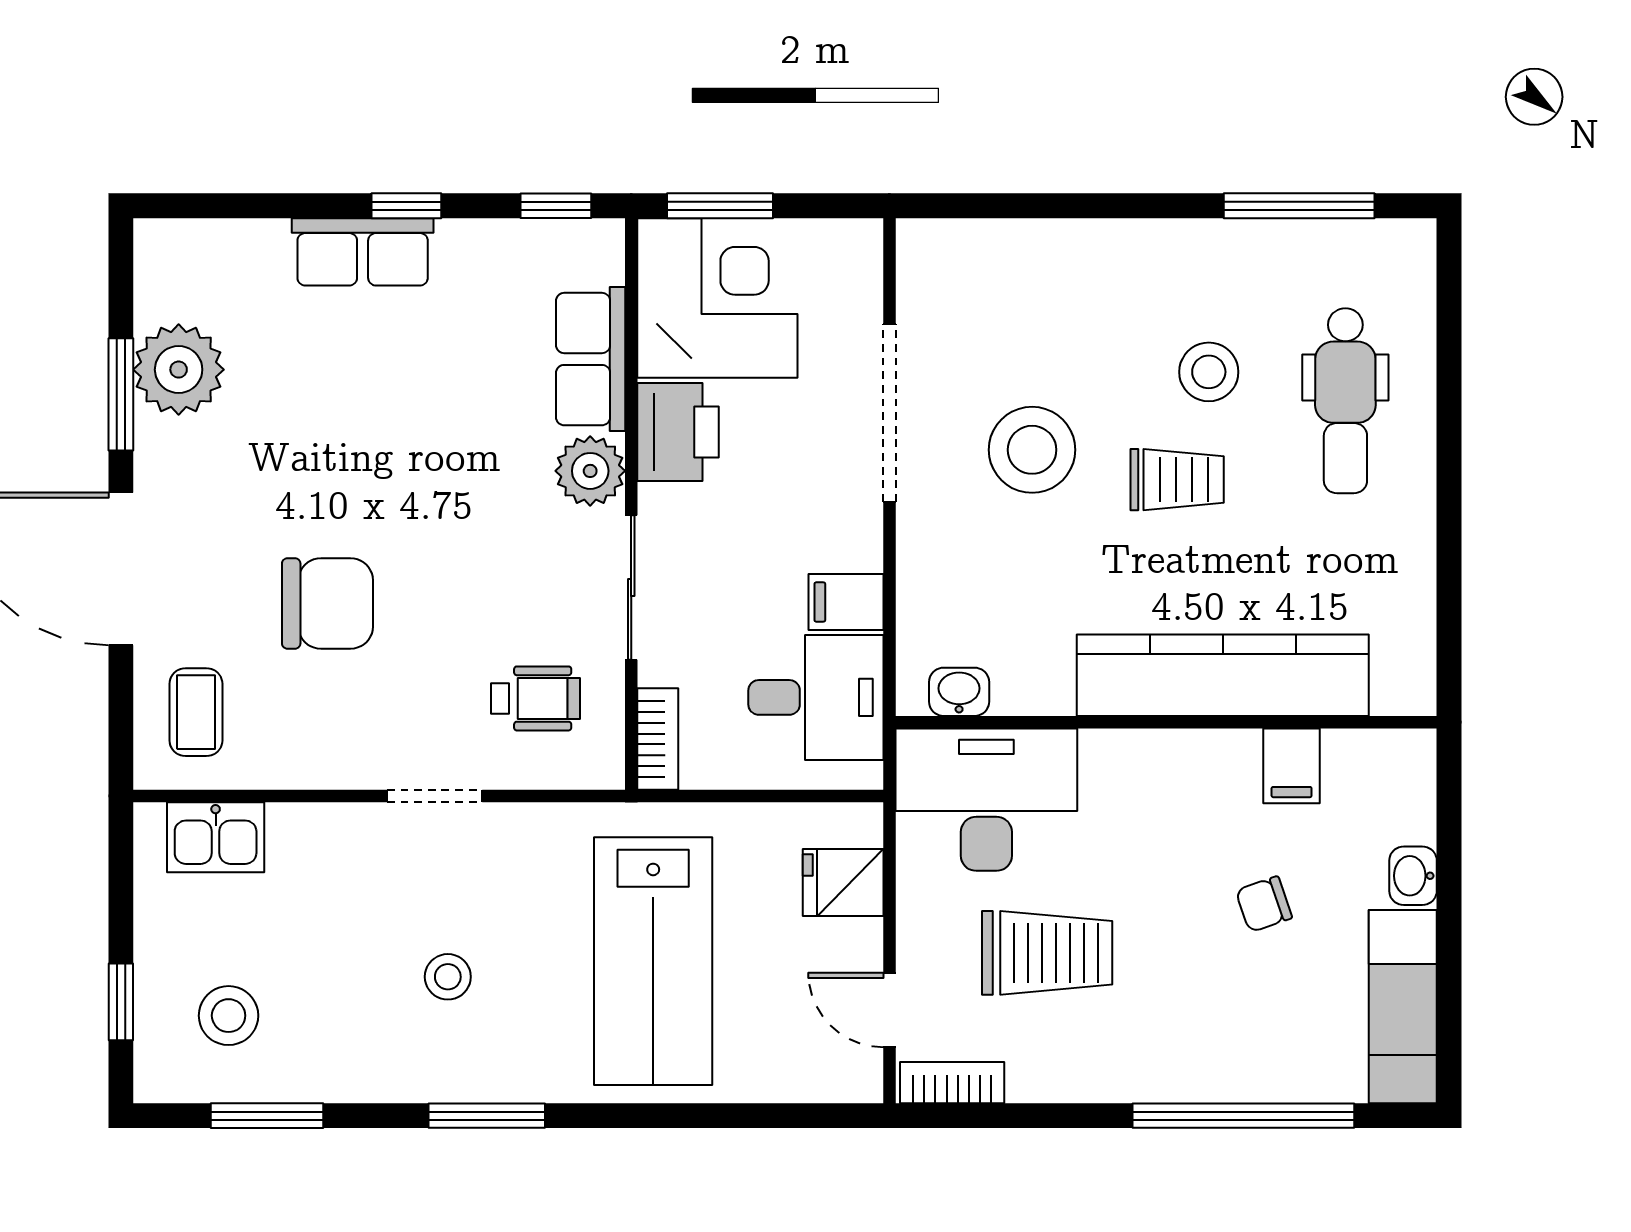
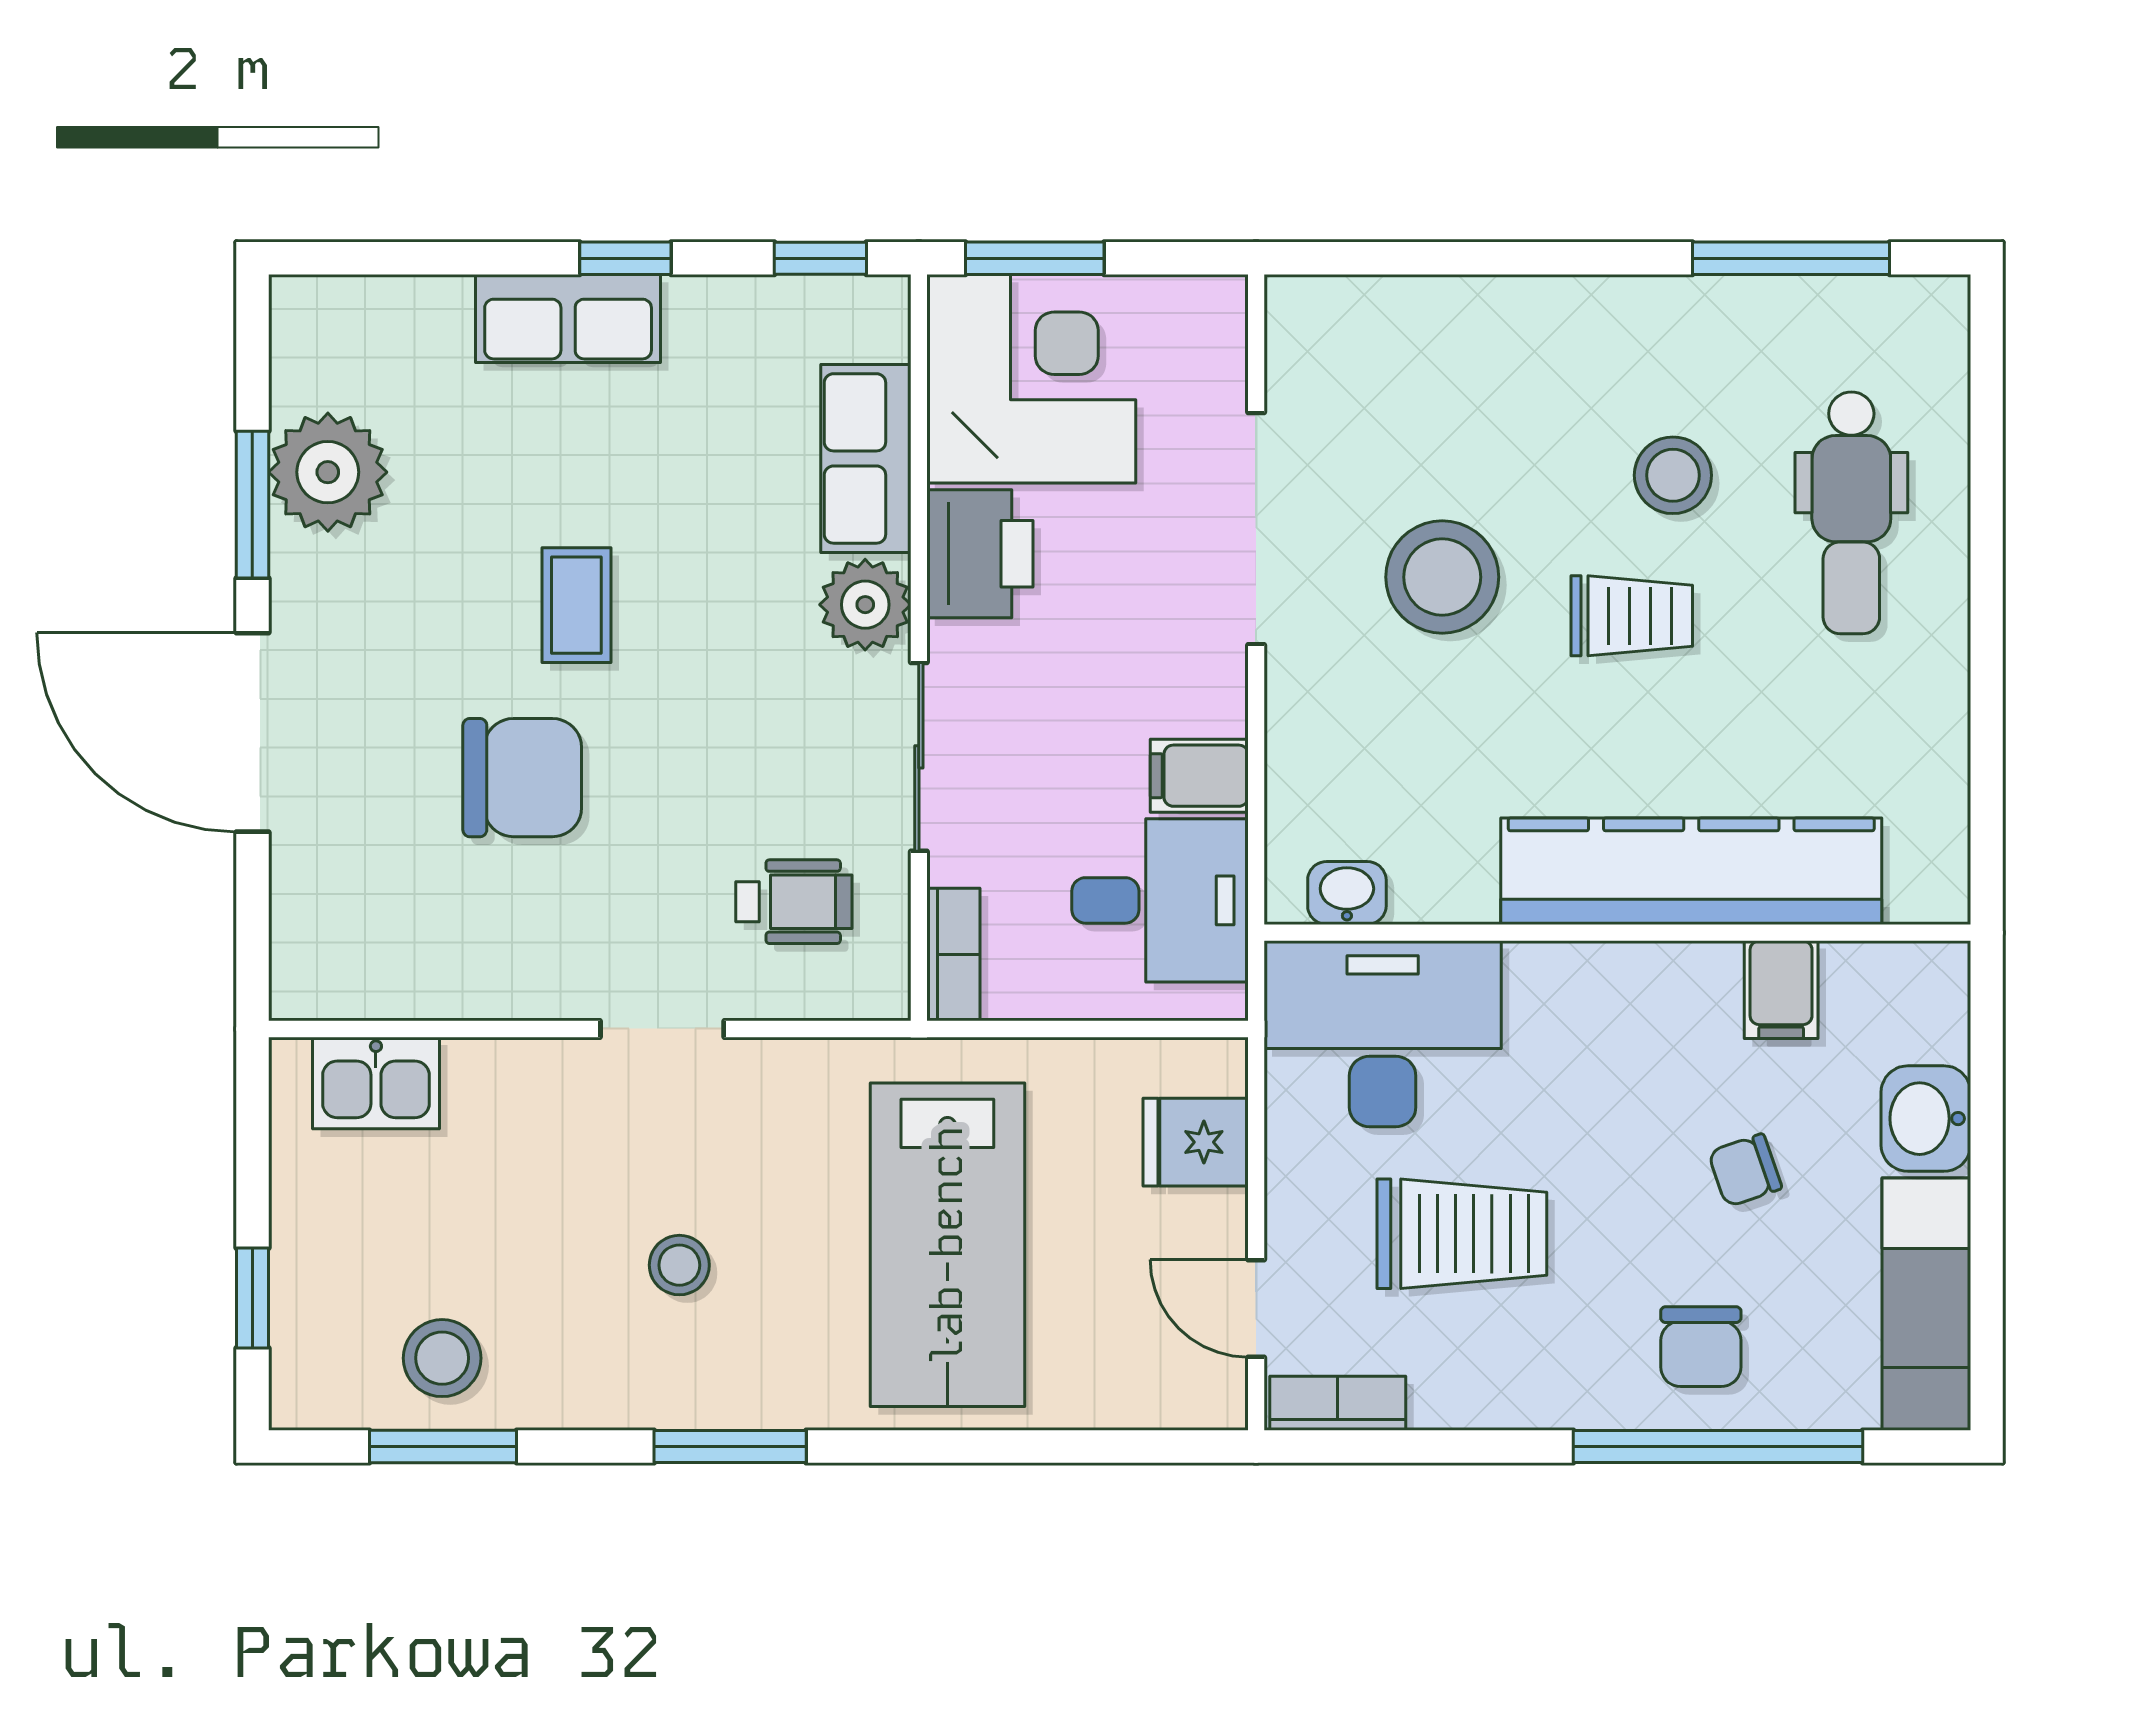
coffee table: (196, 712) -> (576, 605), moved
washbasin: (1413, 876) -> (1926, 1119), width x1.38, depth x1.45
stool: (229, 1016) -> (442, 1358), moved
chair: (1230, 1039) -> (1701, 1347), added

